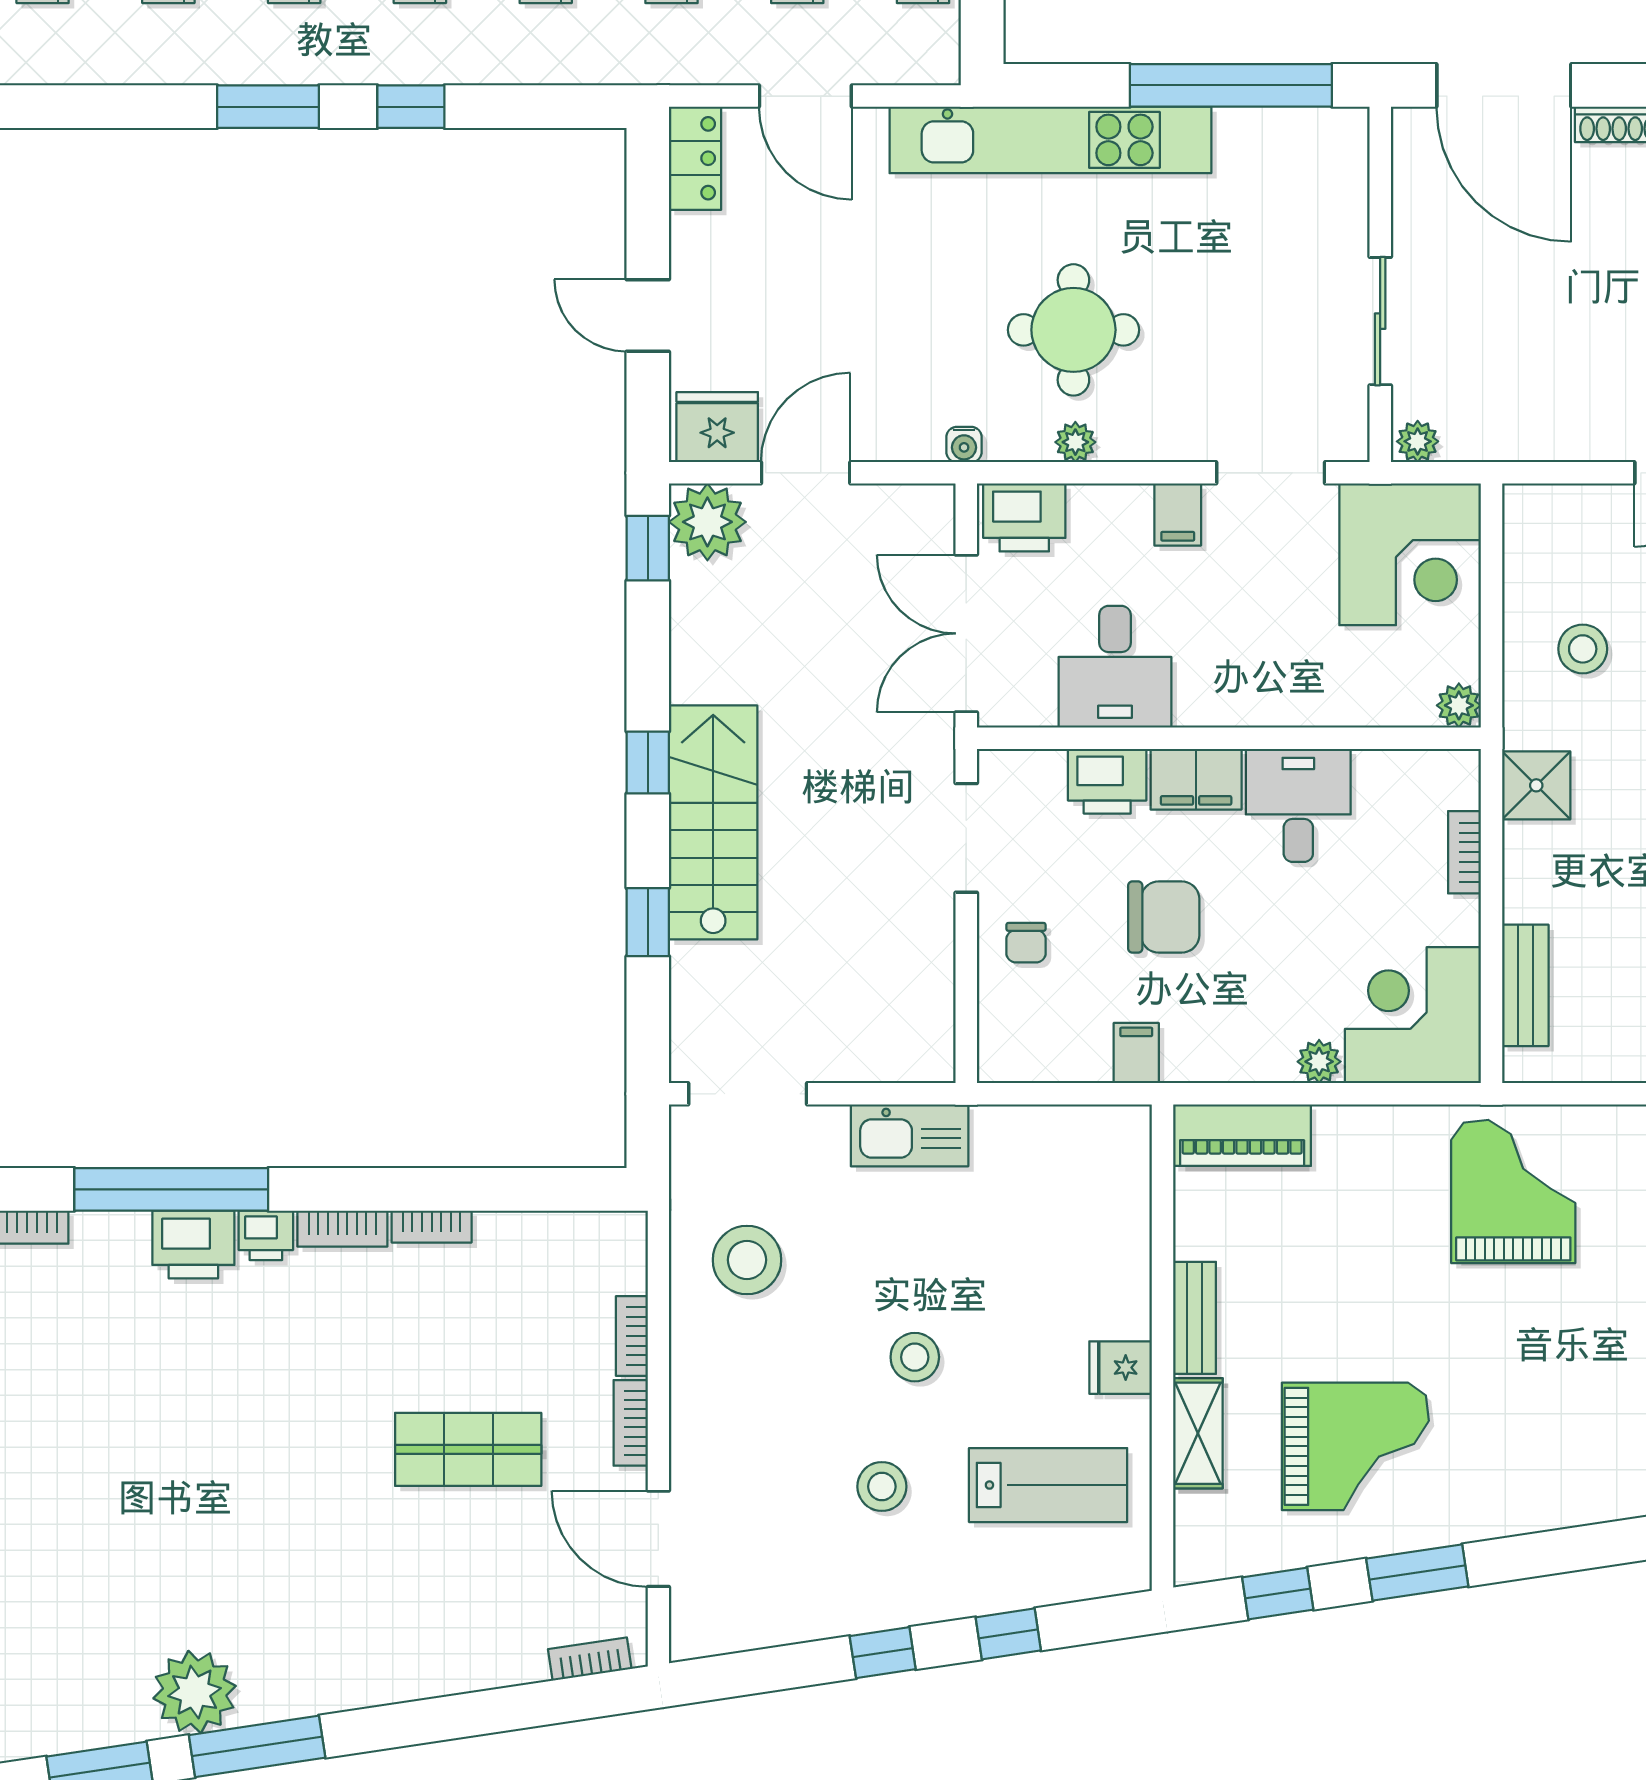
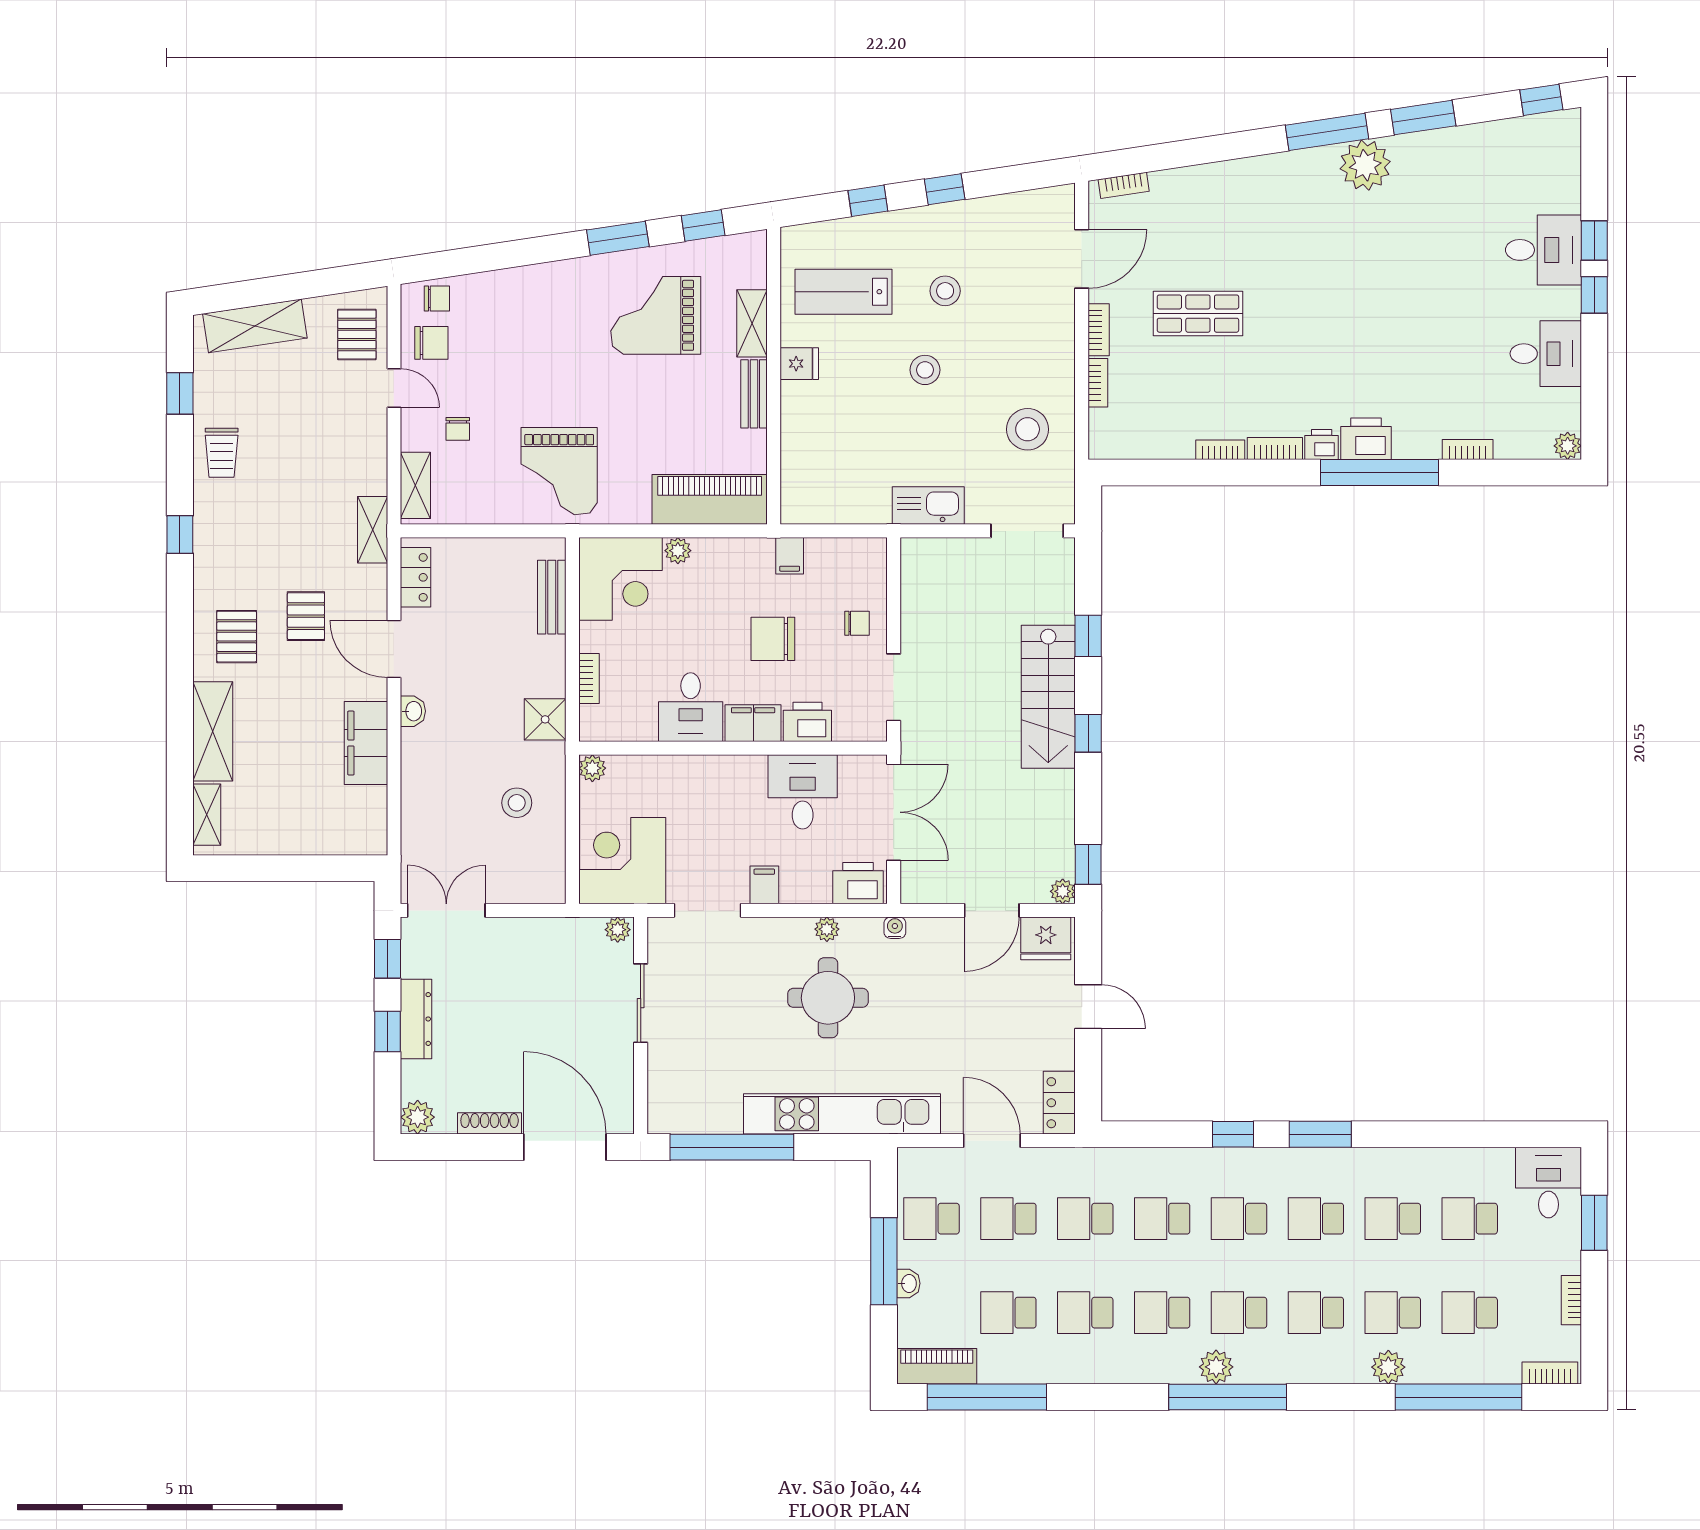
plant: (707, 522) -> (1063, 891), width x0.53, depth x0.53
chair: (1026, 943) -> (857, 623), turned 90
piano: (1242, 1135) -> (710, 499), width x1.37, depth x1.33
door: (658, 1539) -> (1082, 259), hinge flipped

